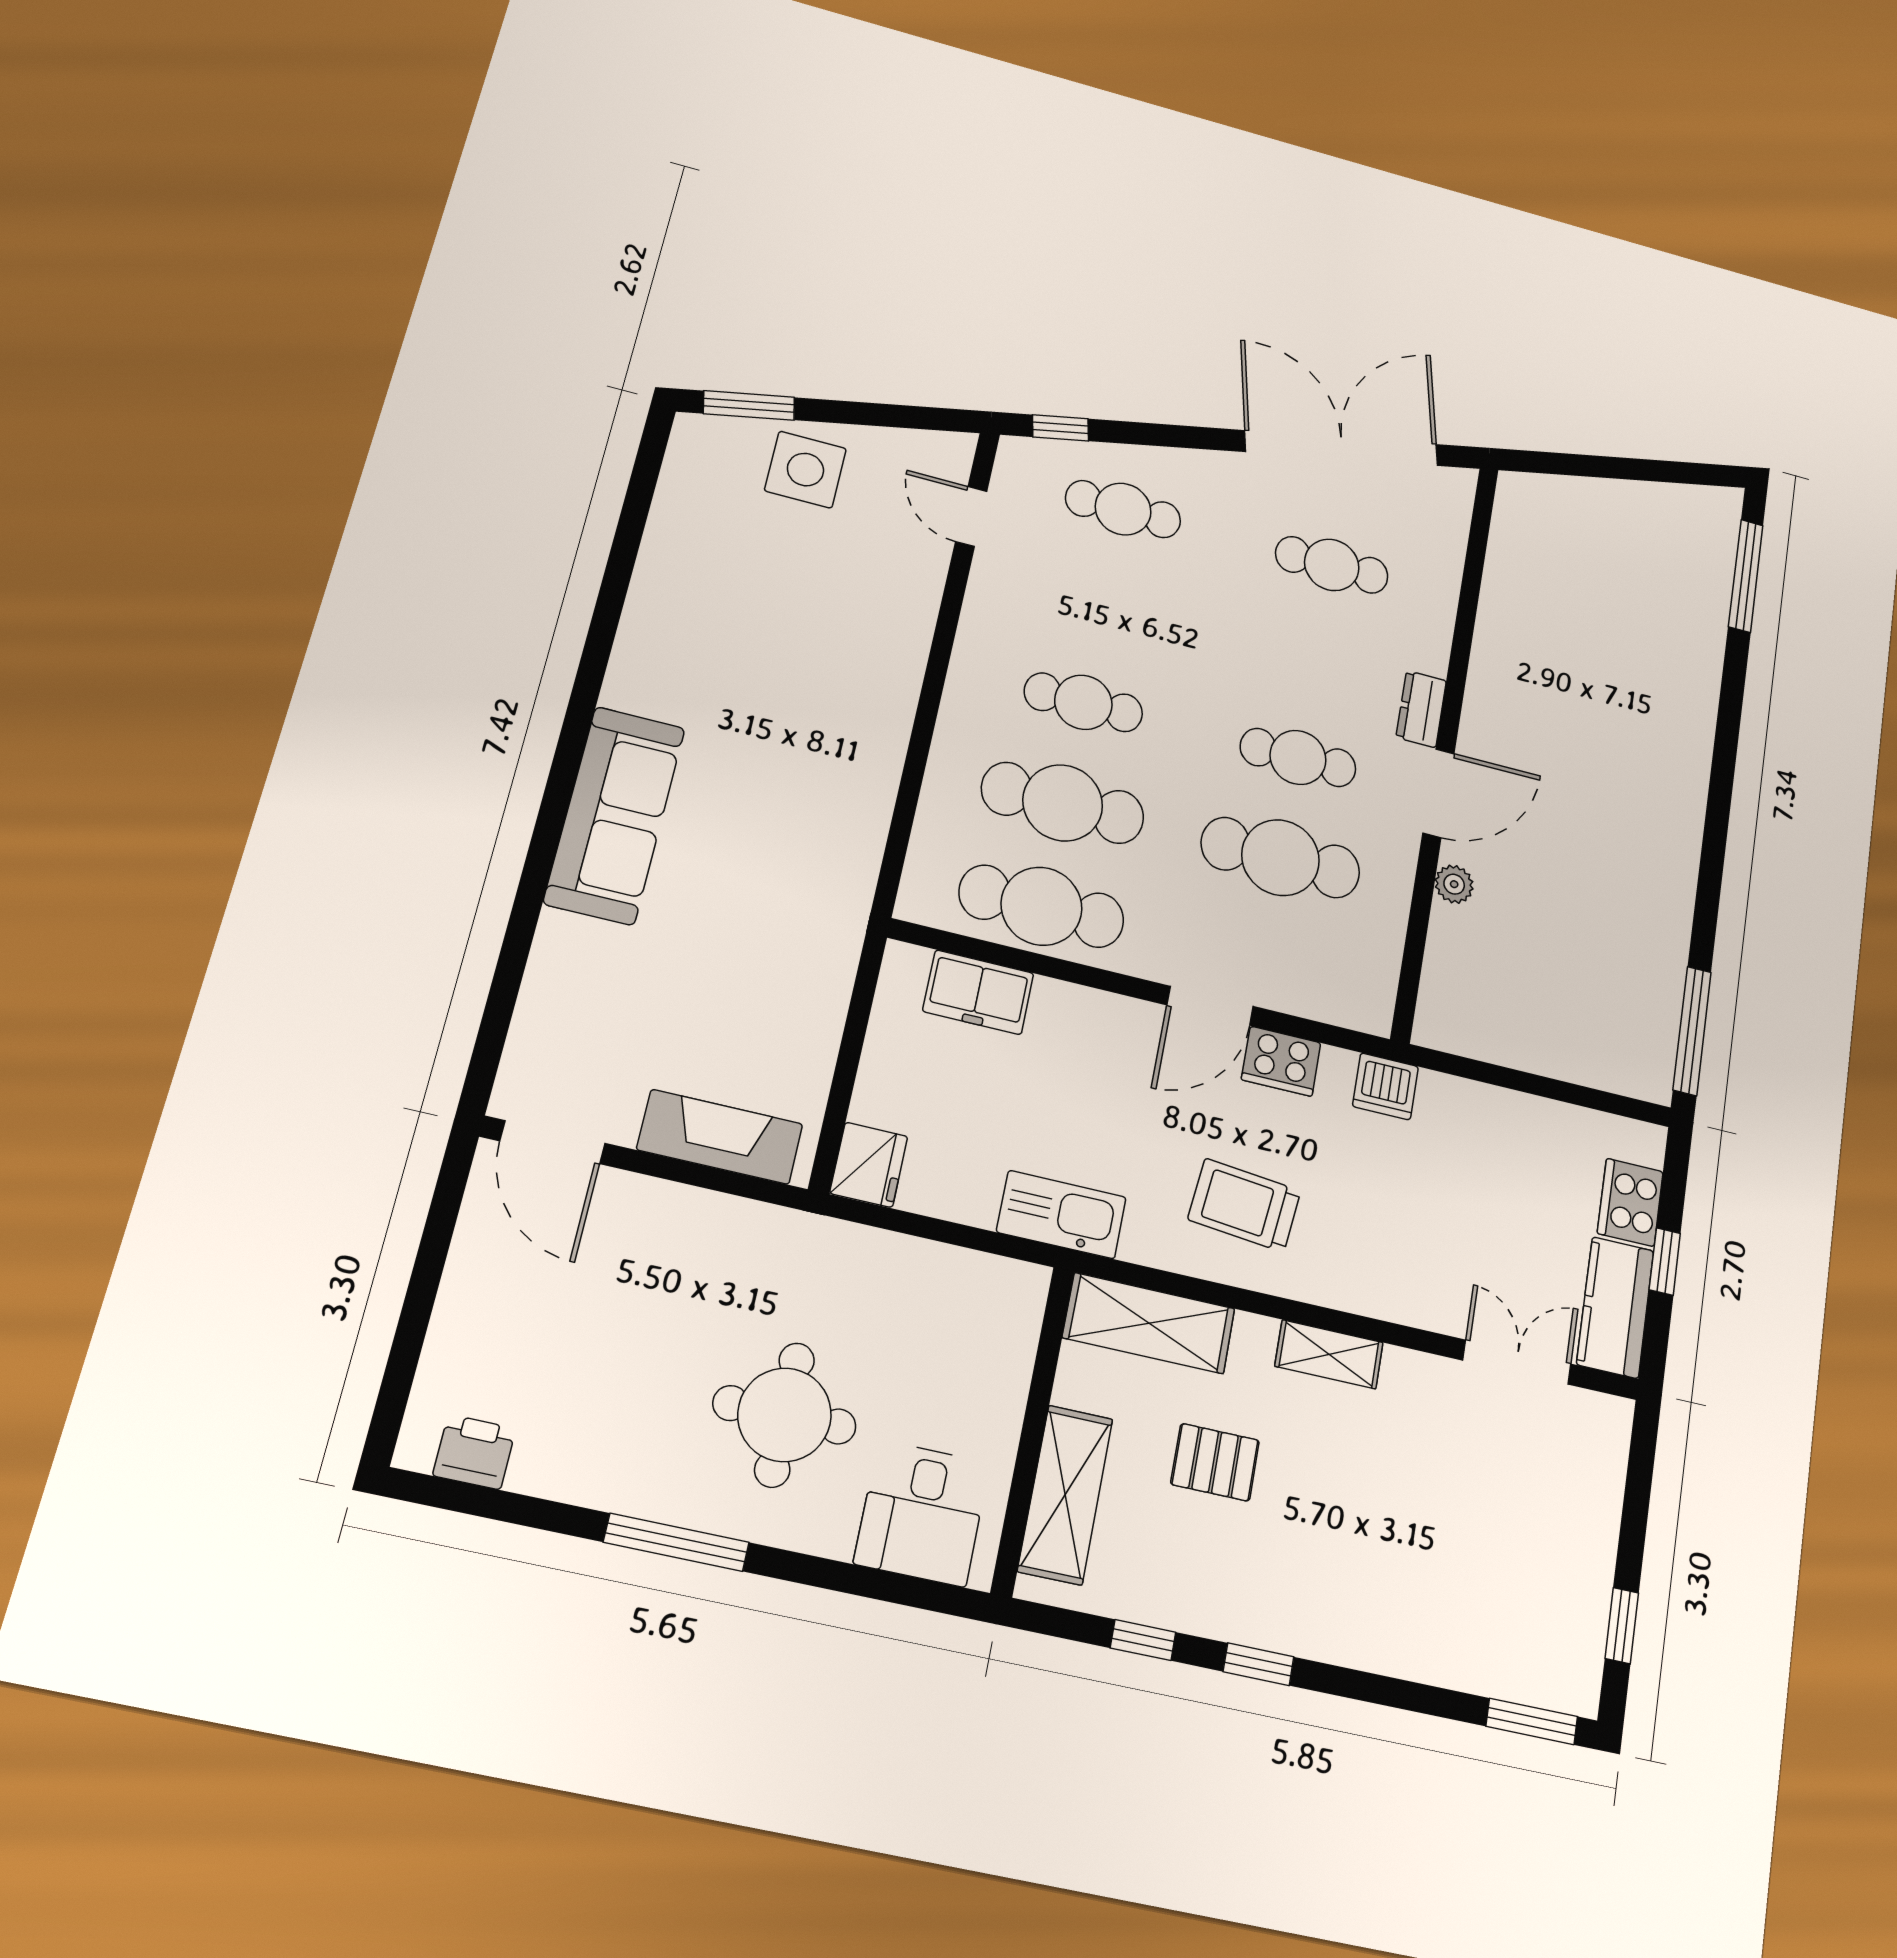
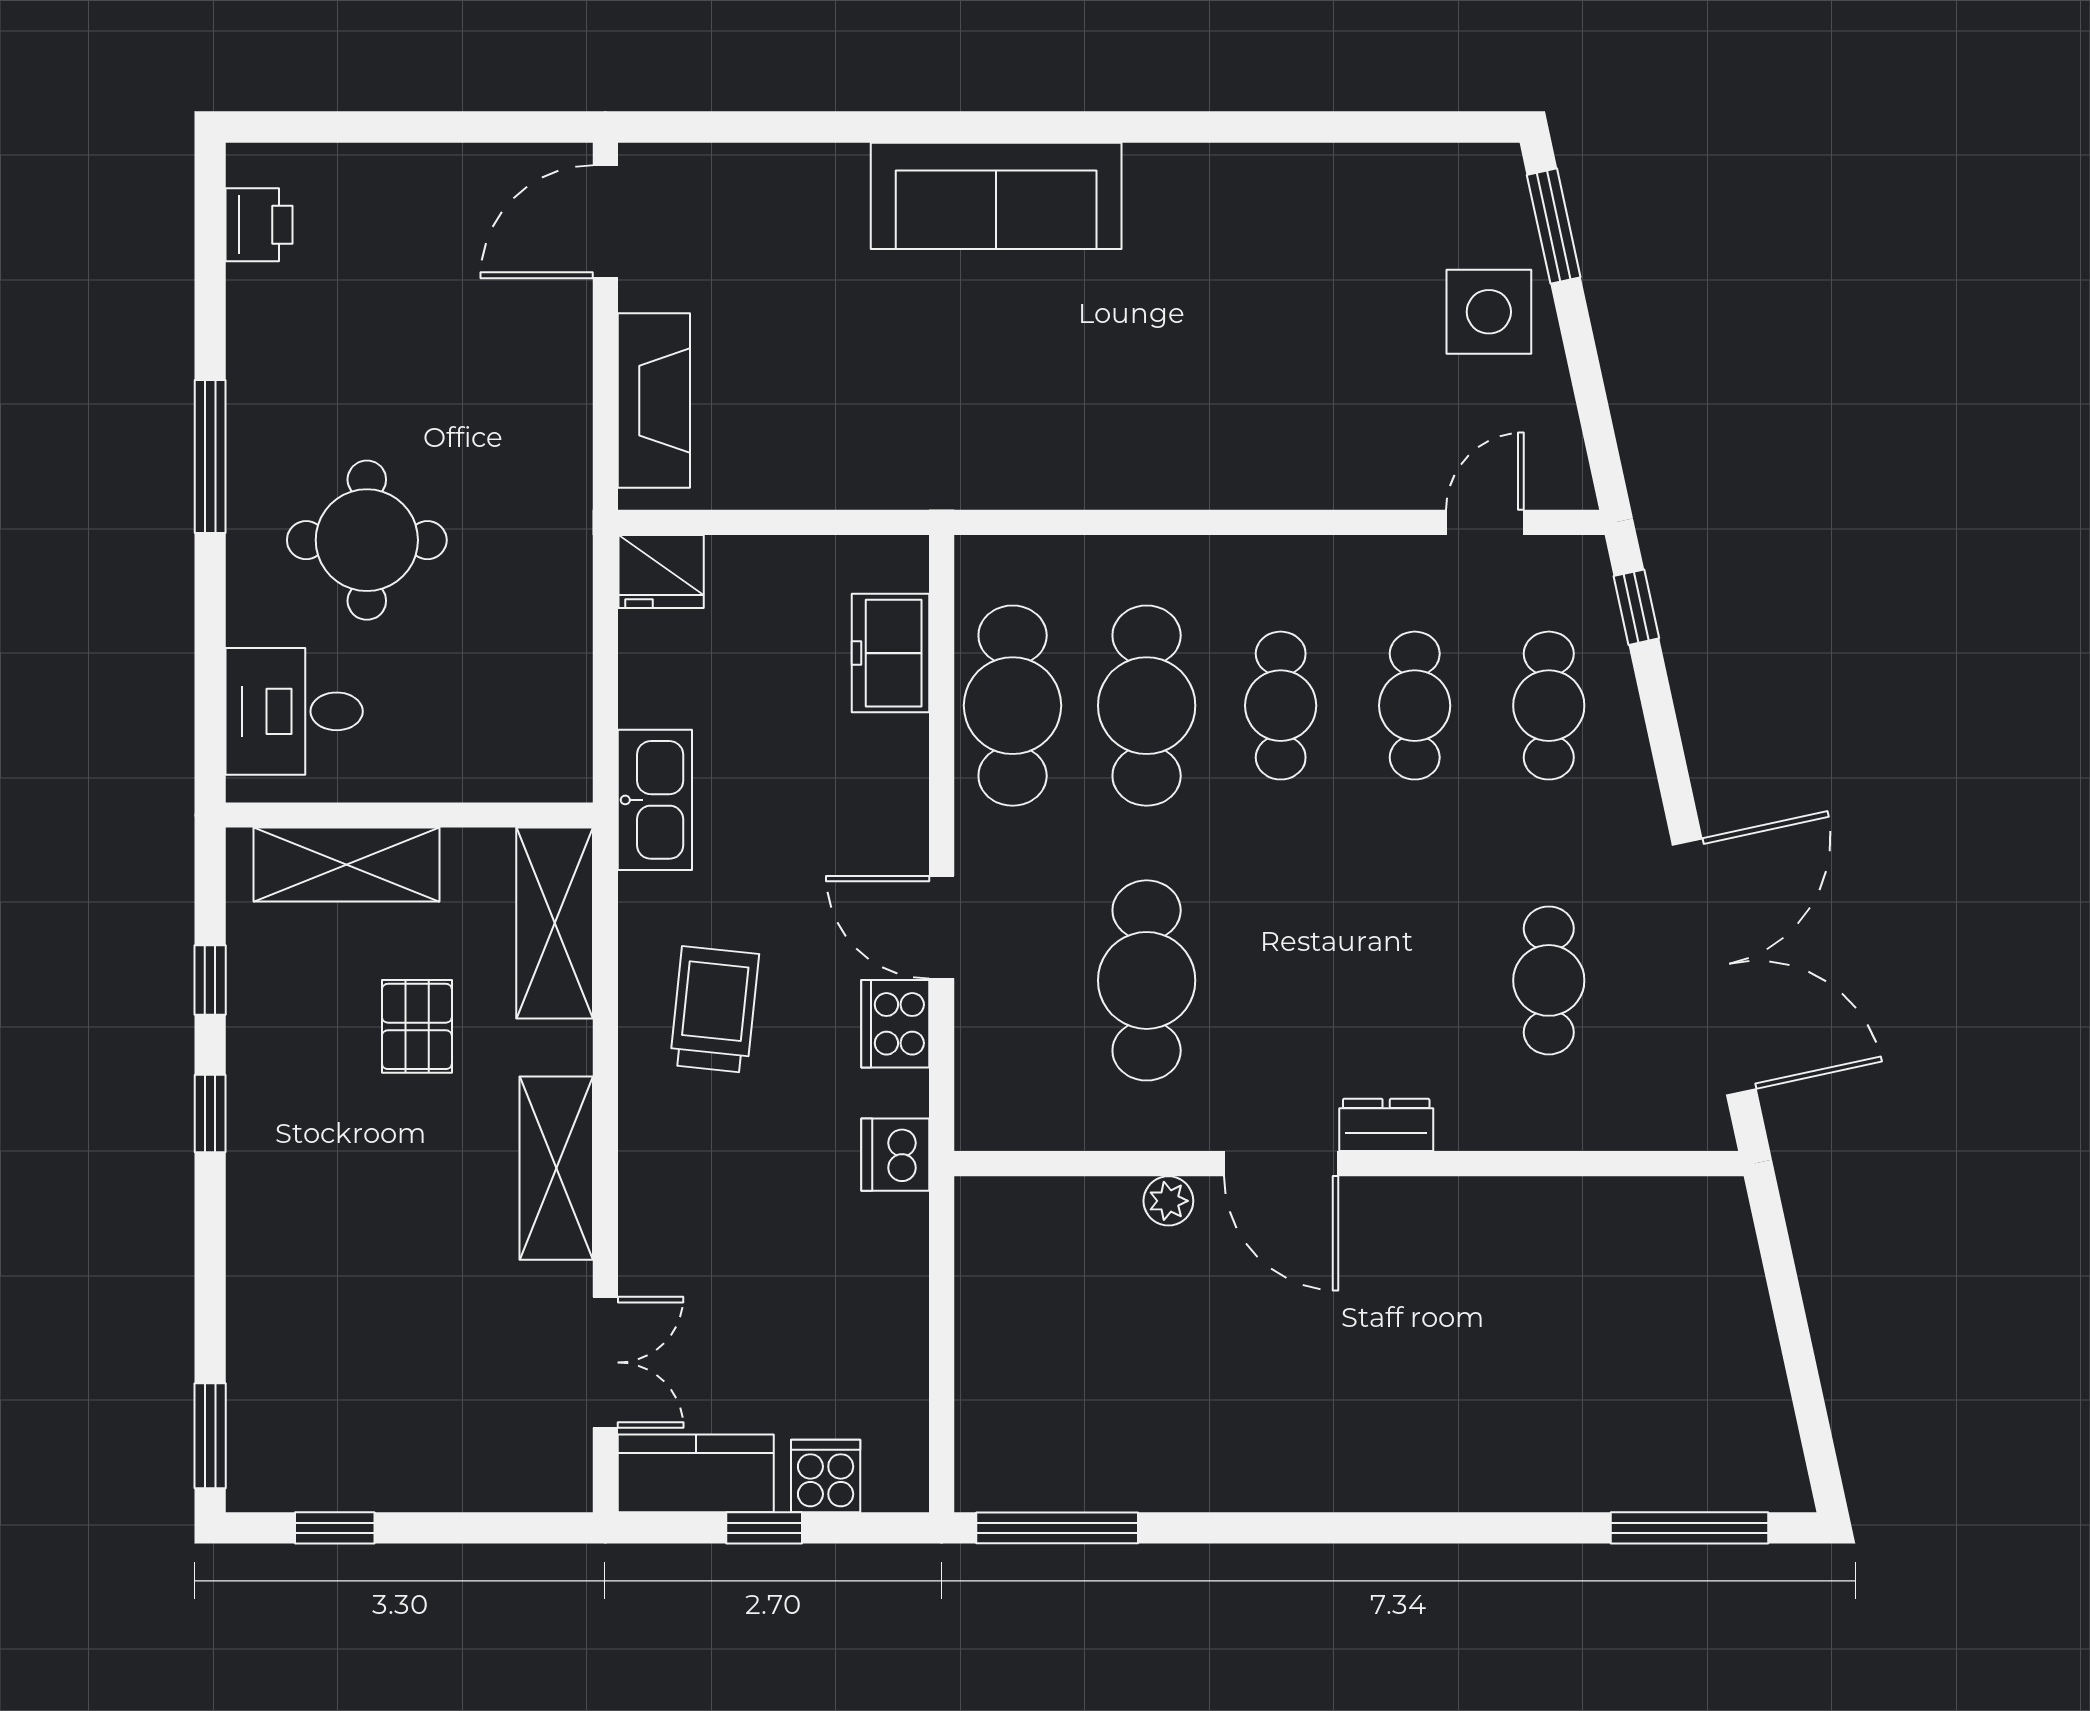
cafe table: (1298, 757) -> (1415, 706), moved
cooker: (1630, 1202) -> (826, 1476), width x0.73
shelving: (1329, 1354) -> (556, 1168), width x1.50, depth x1.33

